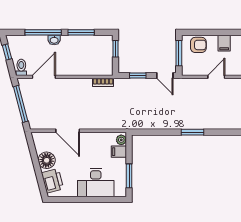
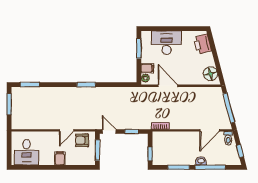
armchair: (198, 45) -> (82, 140), moved
door: (68, 131) -> (168, 86), moved
floor lamp: (47, 160) -> (210, 74), moved

